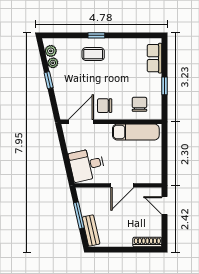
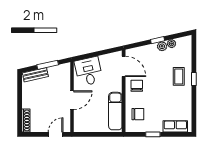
plant: (51, 51) -> (162, 46), moved
door: (122, 185) -> (72, 100), swing flipped

